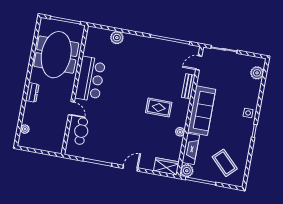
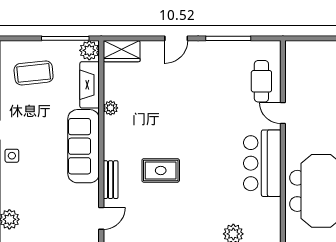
rug: (159, 107) -> (161, 170), moved
coffee table: (225, 163) -> (34, 73), turned -51

